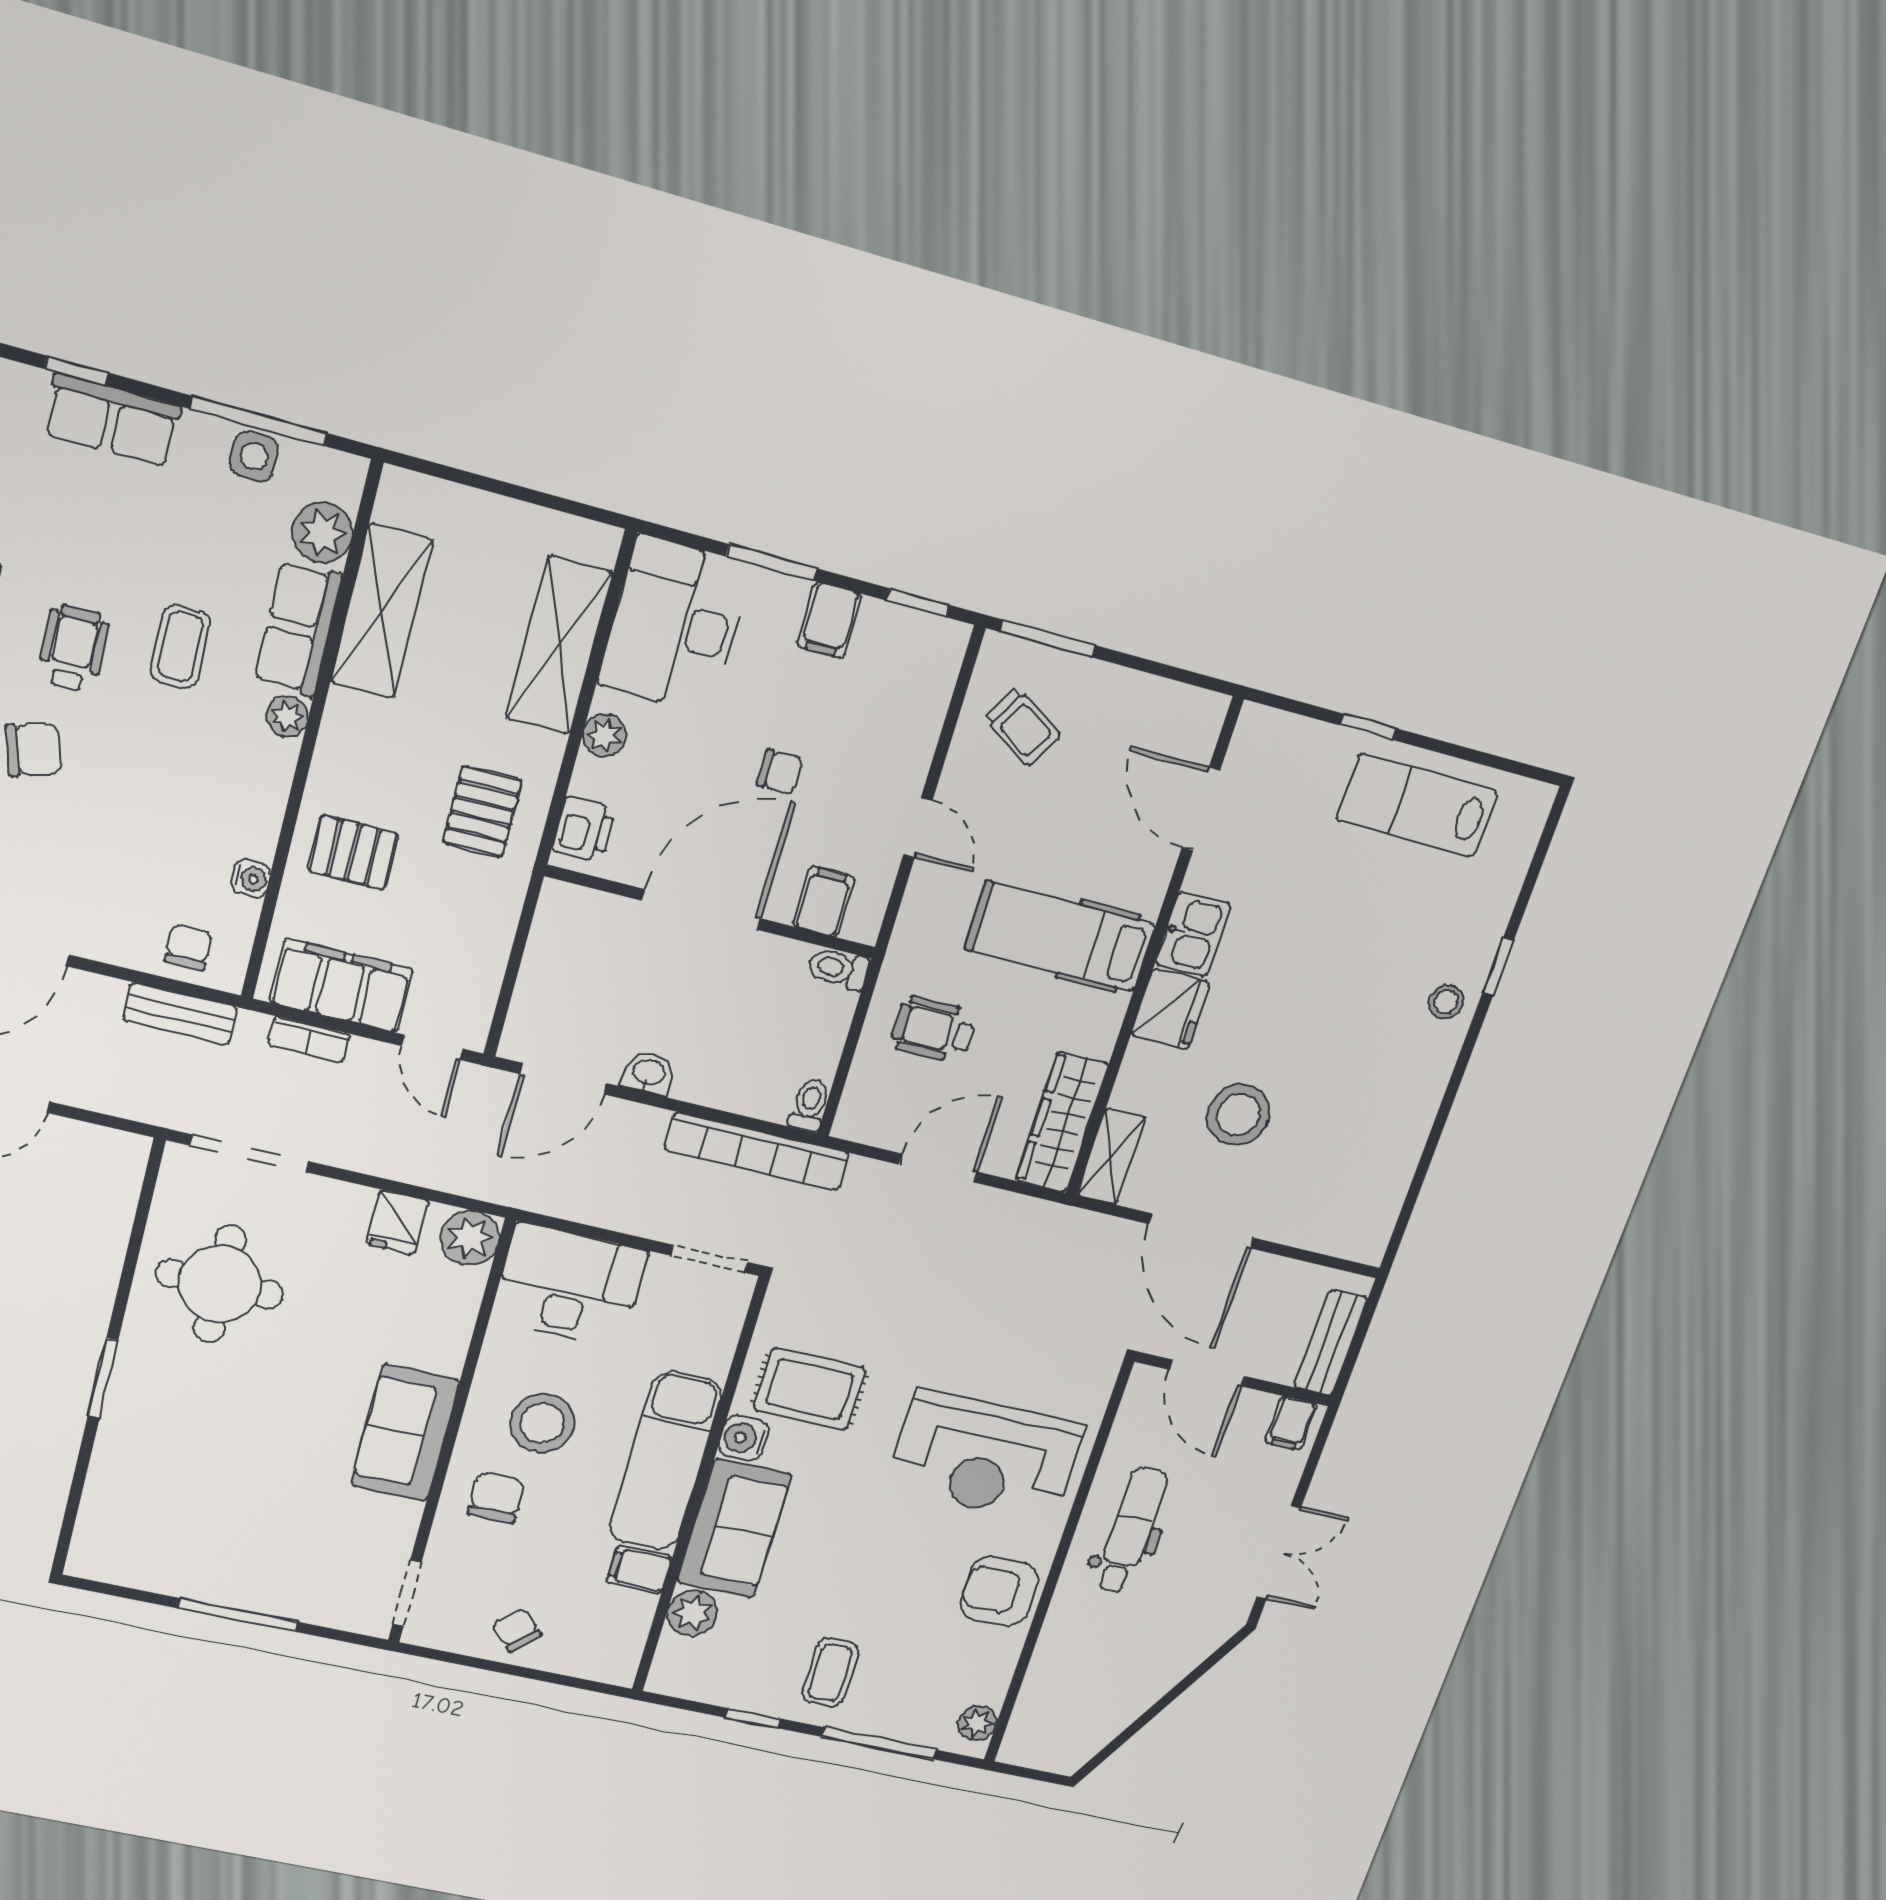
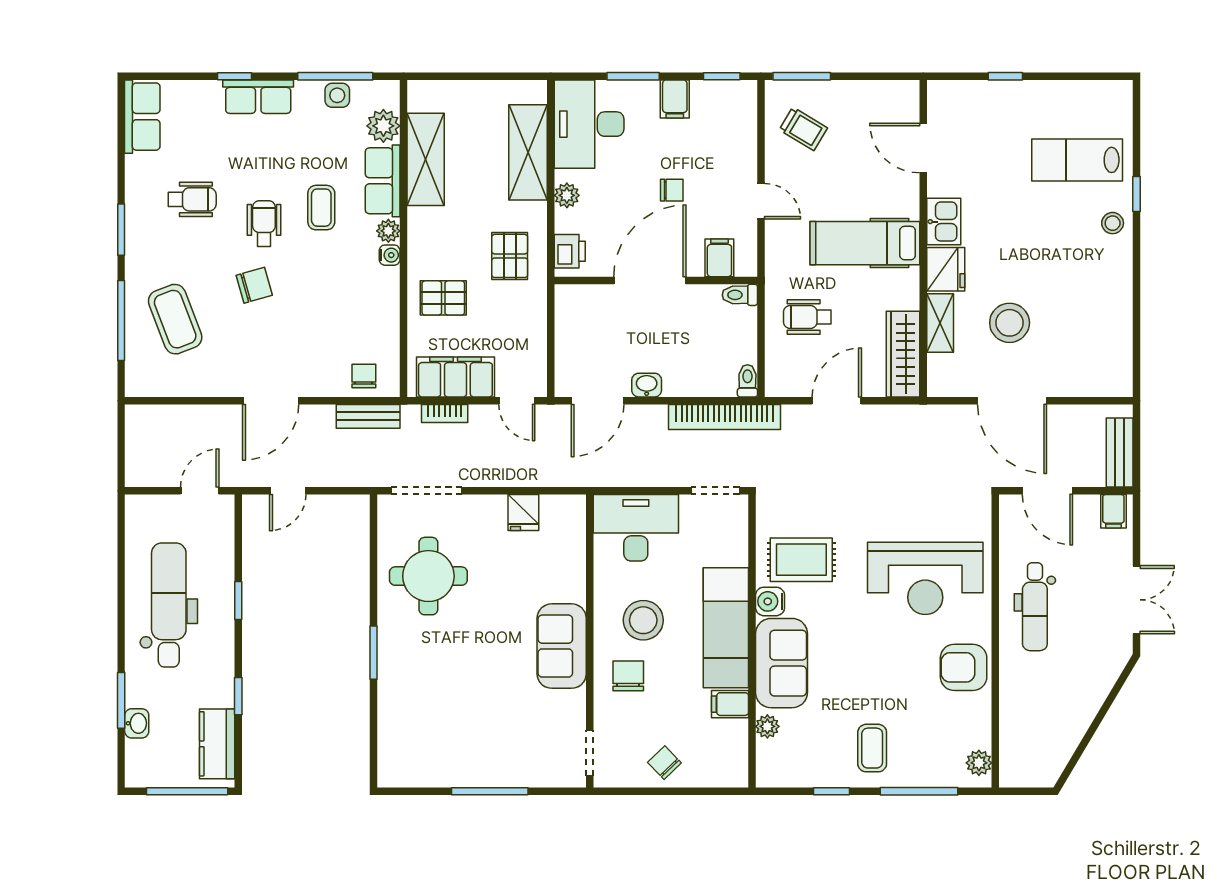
lab bench: (1417, 805) -> (1077, 160), moved
water cooler: (251, 878) -> (390, 255), moved
shelving: (1111, 1156) -> (940, 323), moved
plant: (470, 1238) -> (569, 512), removed
dental chair: (1131, 1530) -> (1035, 607), turned 180
plant: (692, 1613) -> (767, 726), width x0.73, depth x0.73

